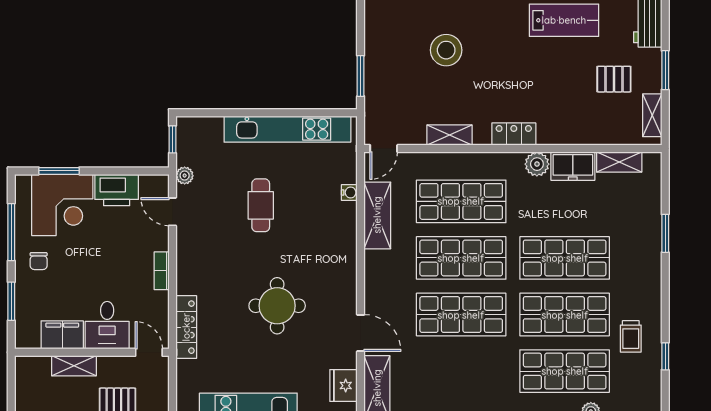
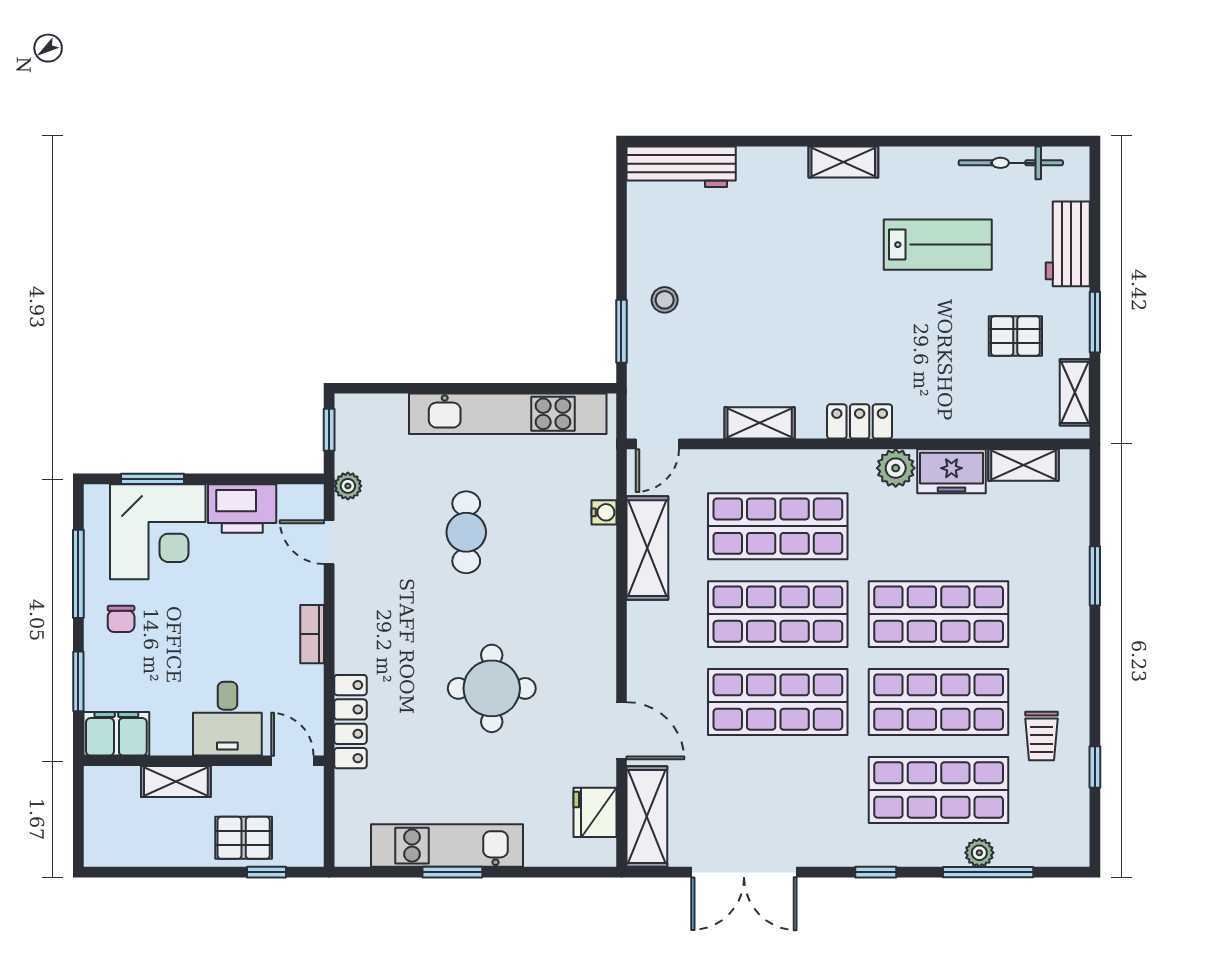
stool: (446, 50) -> (665, 300), moved, width x0.53, depth x0.53
filing cabinet: (62, 335) -> (116, 734), moved

